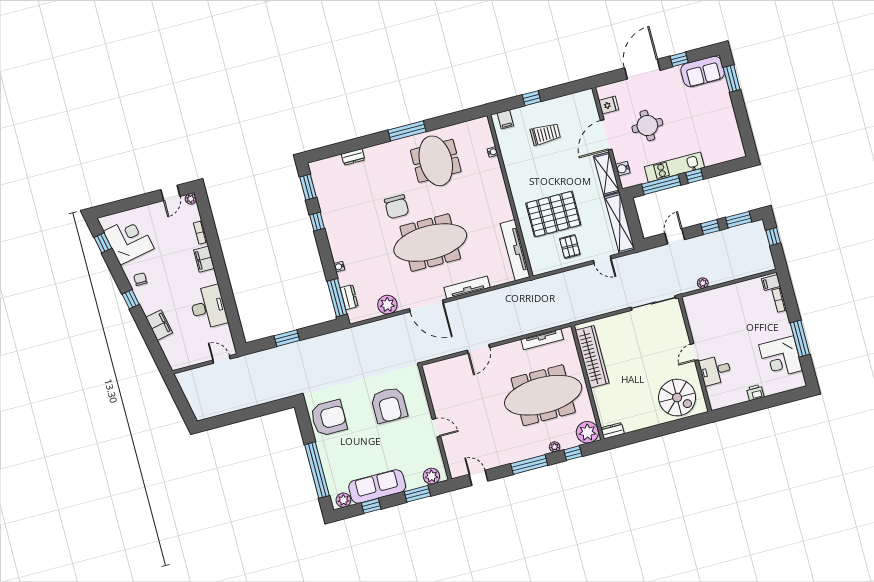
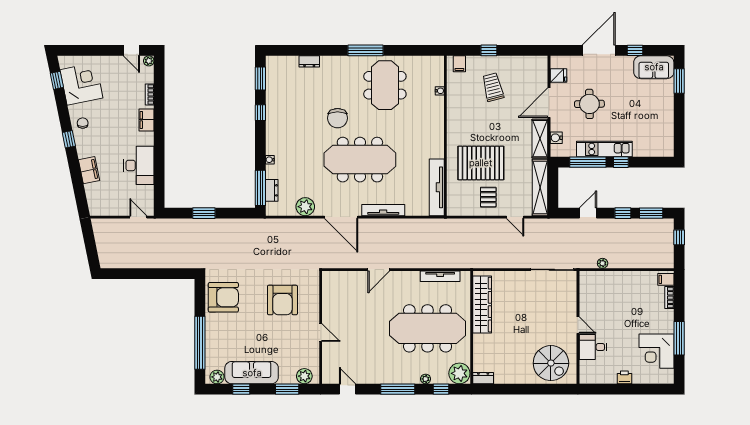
trolley: (545, 134) -> (493, 87), turned -104
door: (170, 193) -> (131, 50), hinge flipped
door: (694, 352) -> (578, 325), swing flipped

